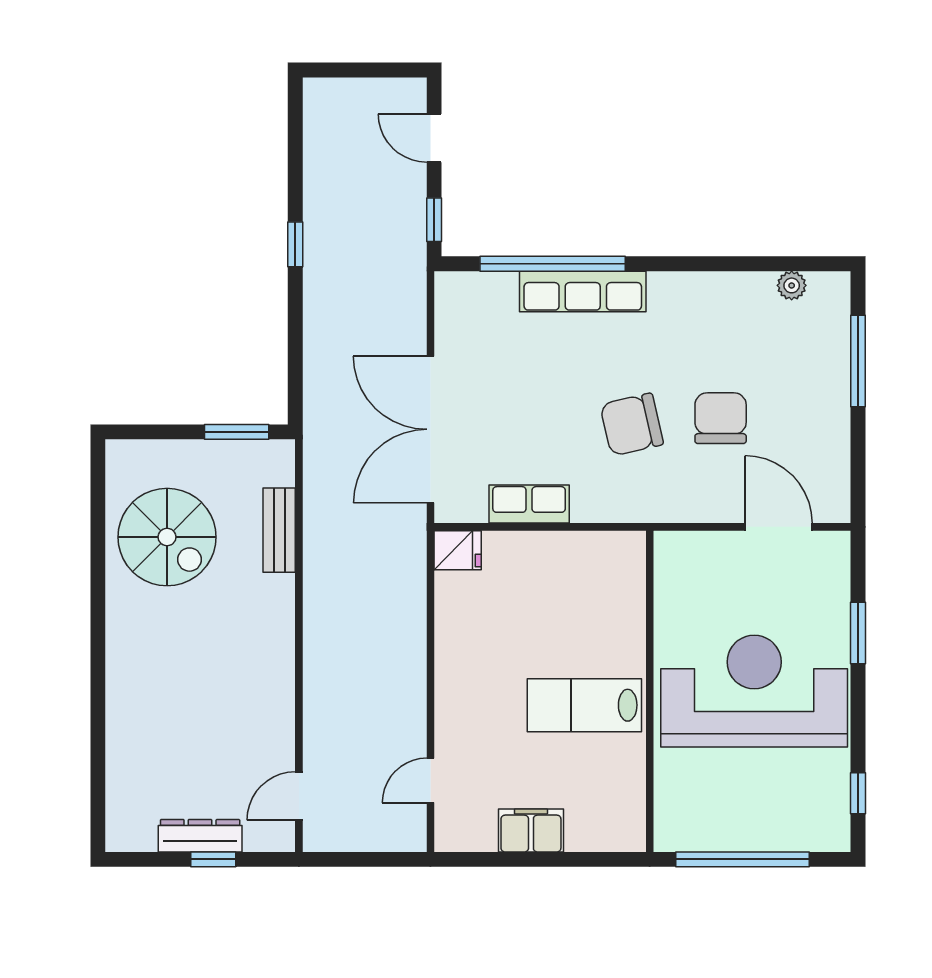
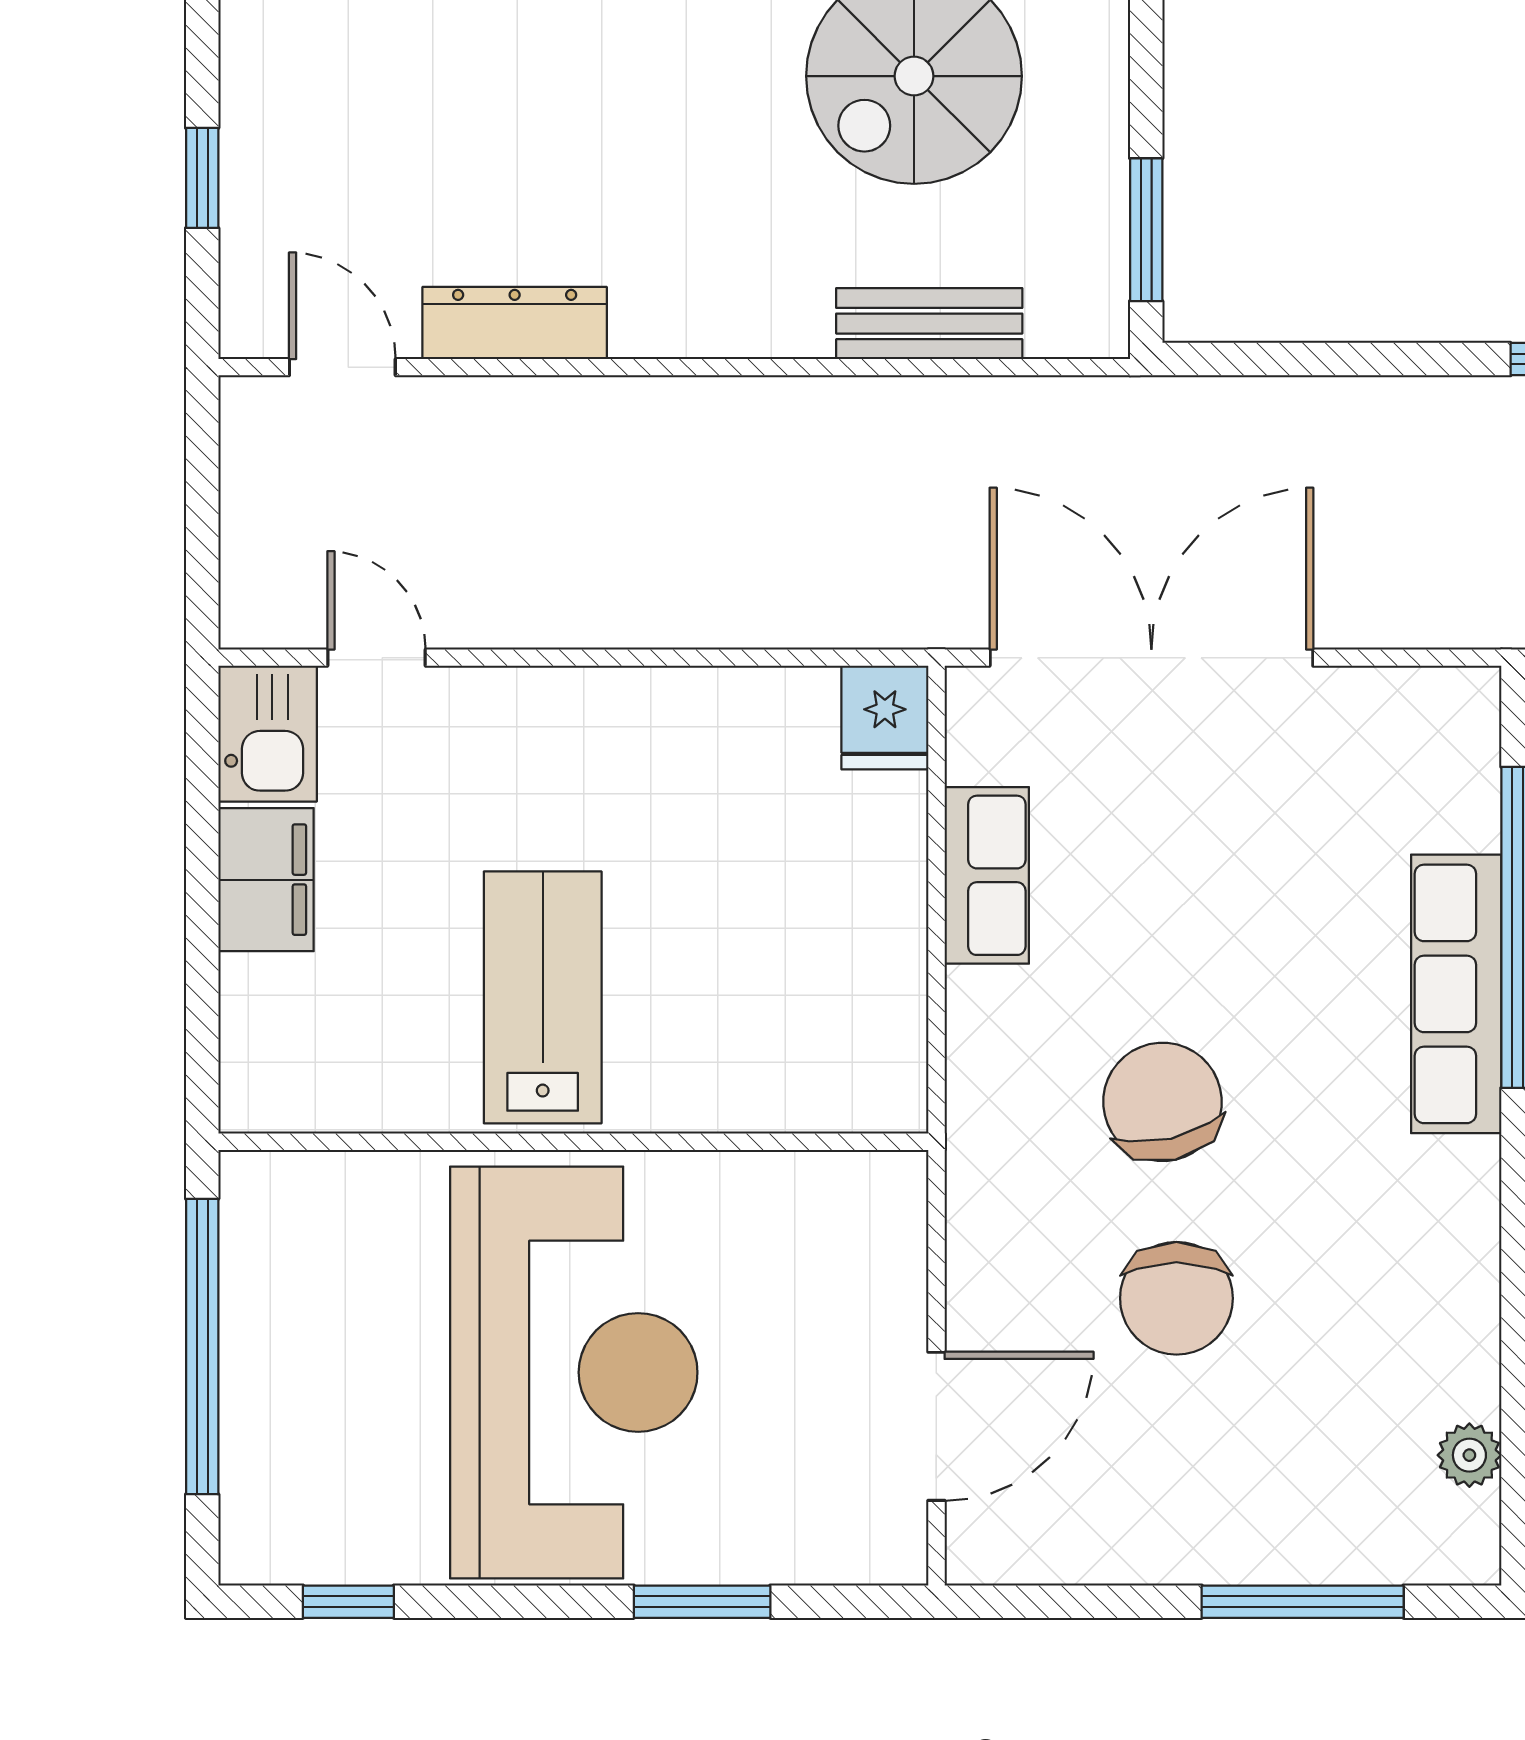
chair: (721, 418) -> (1176, 1298), turned 90
kitchen sink: (465, 830) -> (268, 734), added
dresser: (200, 836) -> (515, 323), moved, turned -90

